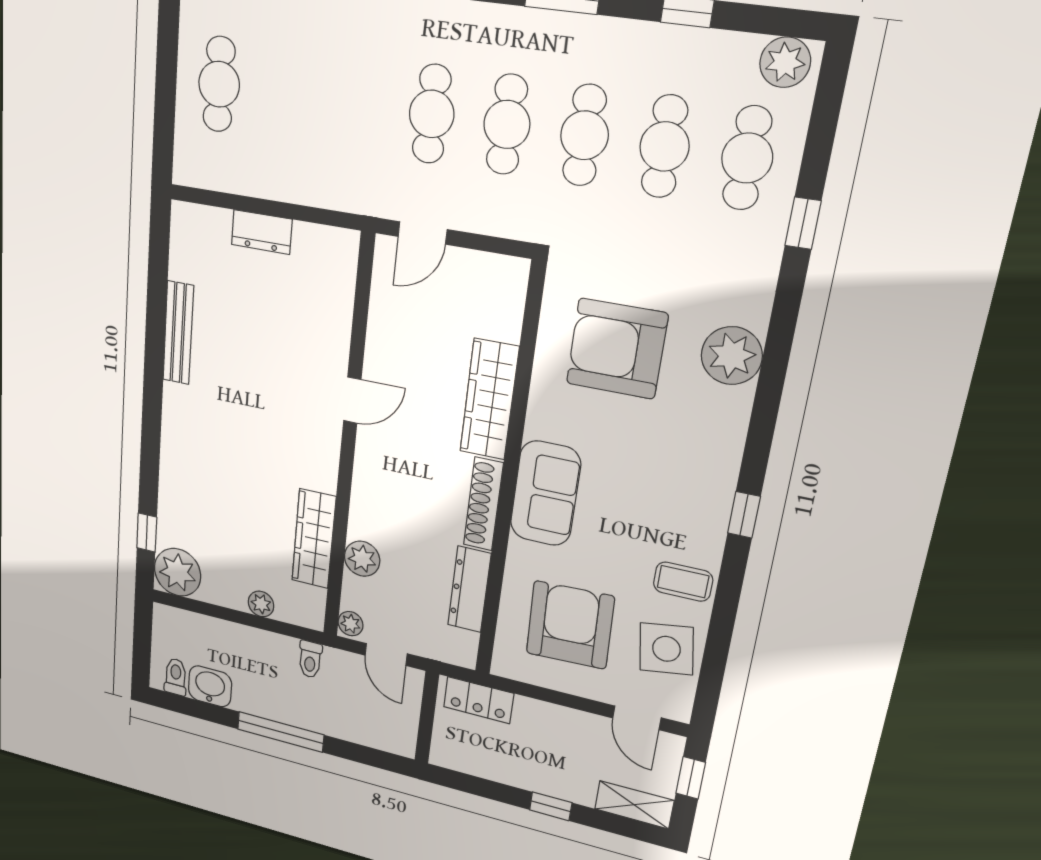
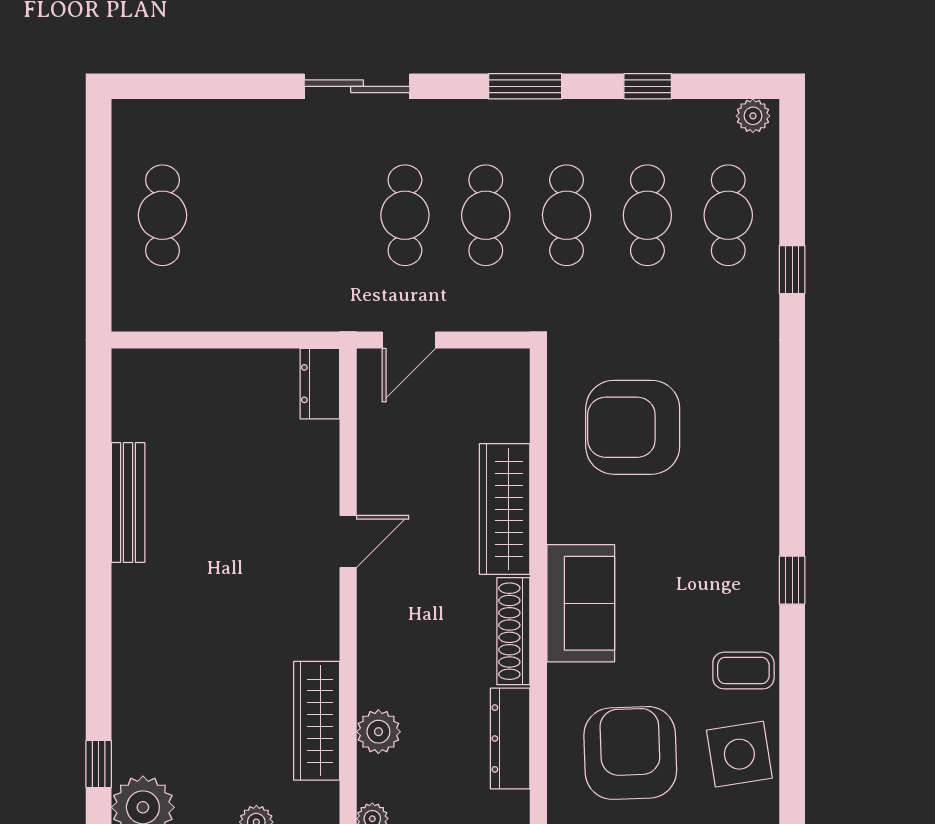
plant: (785, 62) -> (753, 116), width x0.73, depth x0.73
dresser: (262, 232) -> (320, 384), moved, turned 90
plant: (732, 356) -> (749, 413), removed

